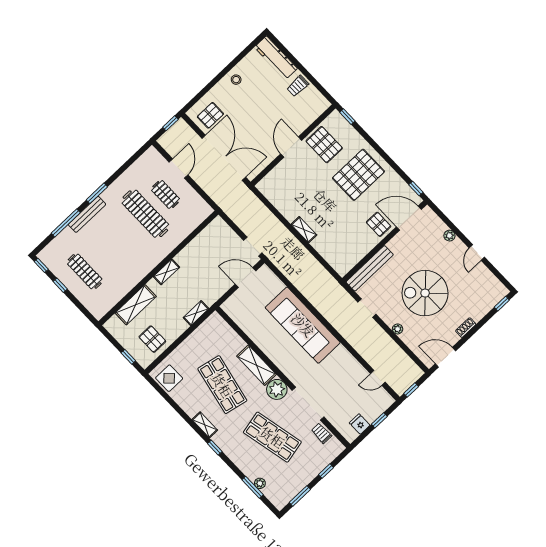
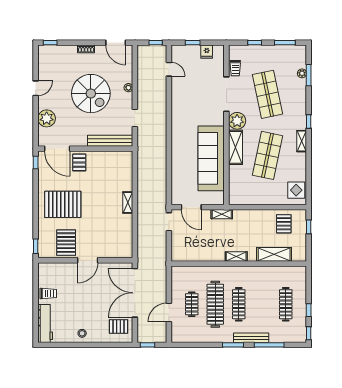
clothes rail: (125, 233) -> (239, 304), added
plant: (449, 236) -> (47, 118), width x1.88, depth x1.88
shelving: (196, 313) -> (222, 214), moved
sofa: (303, 325) -> (211, 158), moved, turned 180

